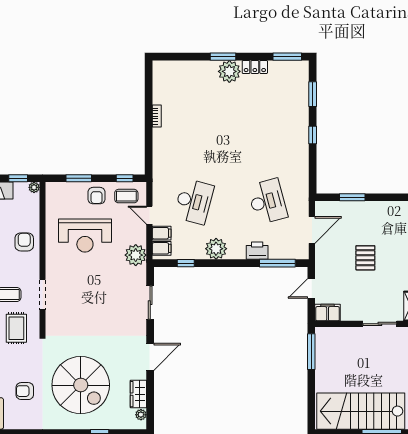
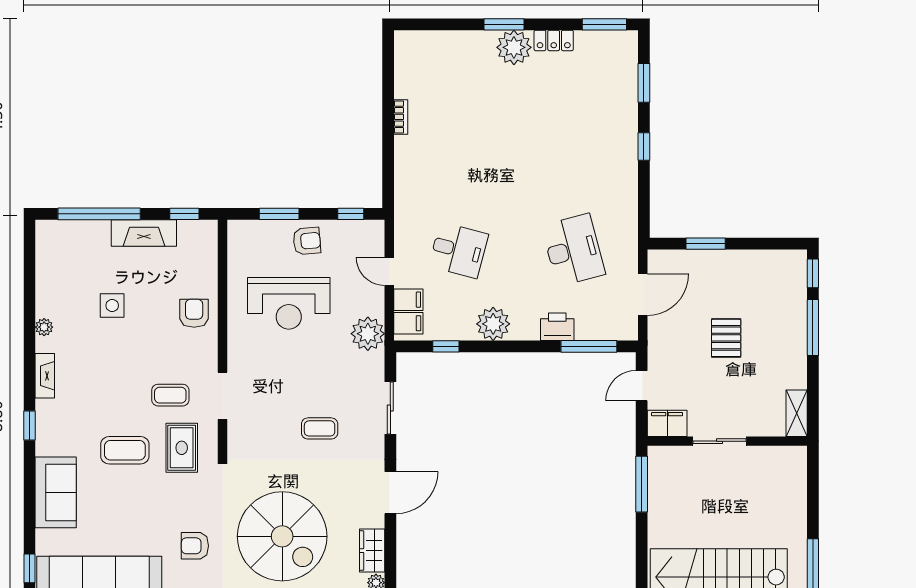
plant: (34, 187) -> (209, 228), removed
armchair: (97, 196) -> (307, 241), turned -95
coffee table: (126, 196) -> (320, 428), moved
desk: (194, 201) -> (459, 250), width x0.73
sliding door: (380, 324) -> (720, 441), moved

